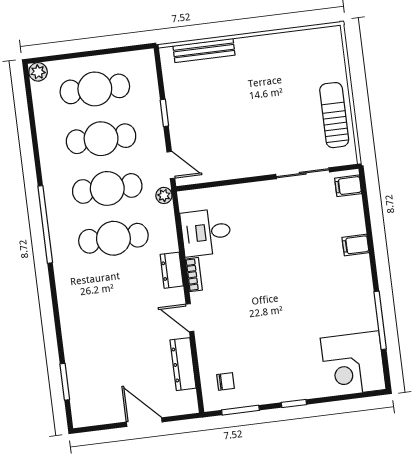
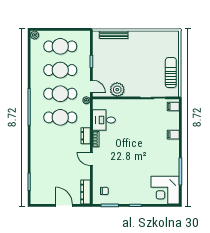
plant: (226, 165) -> (117, 90), added
dresser: (183, 364) -> (86, 192), moved

